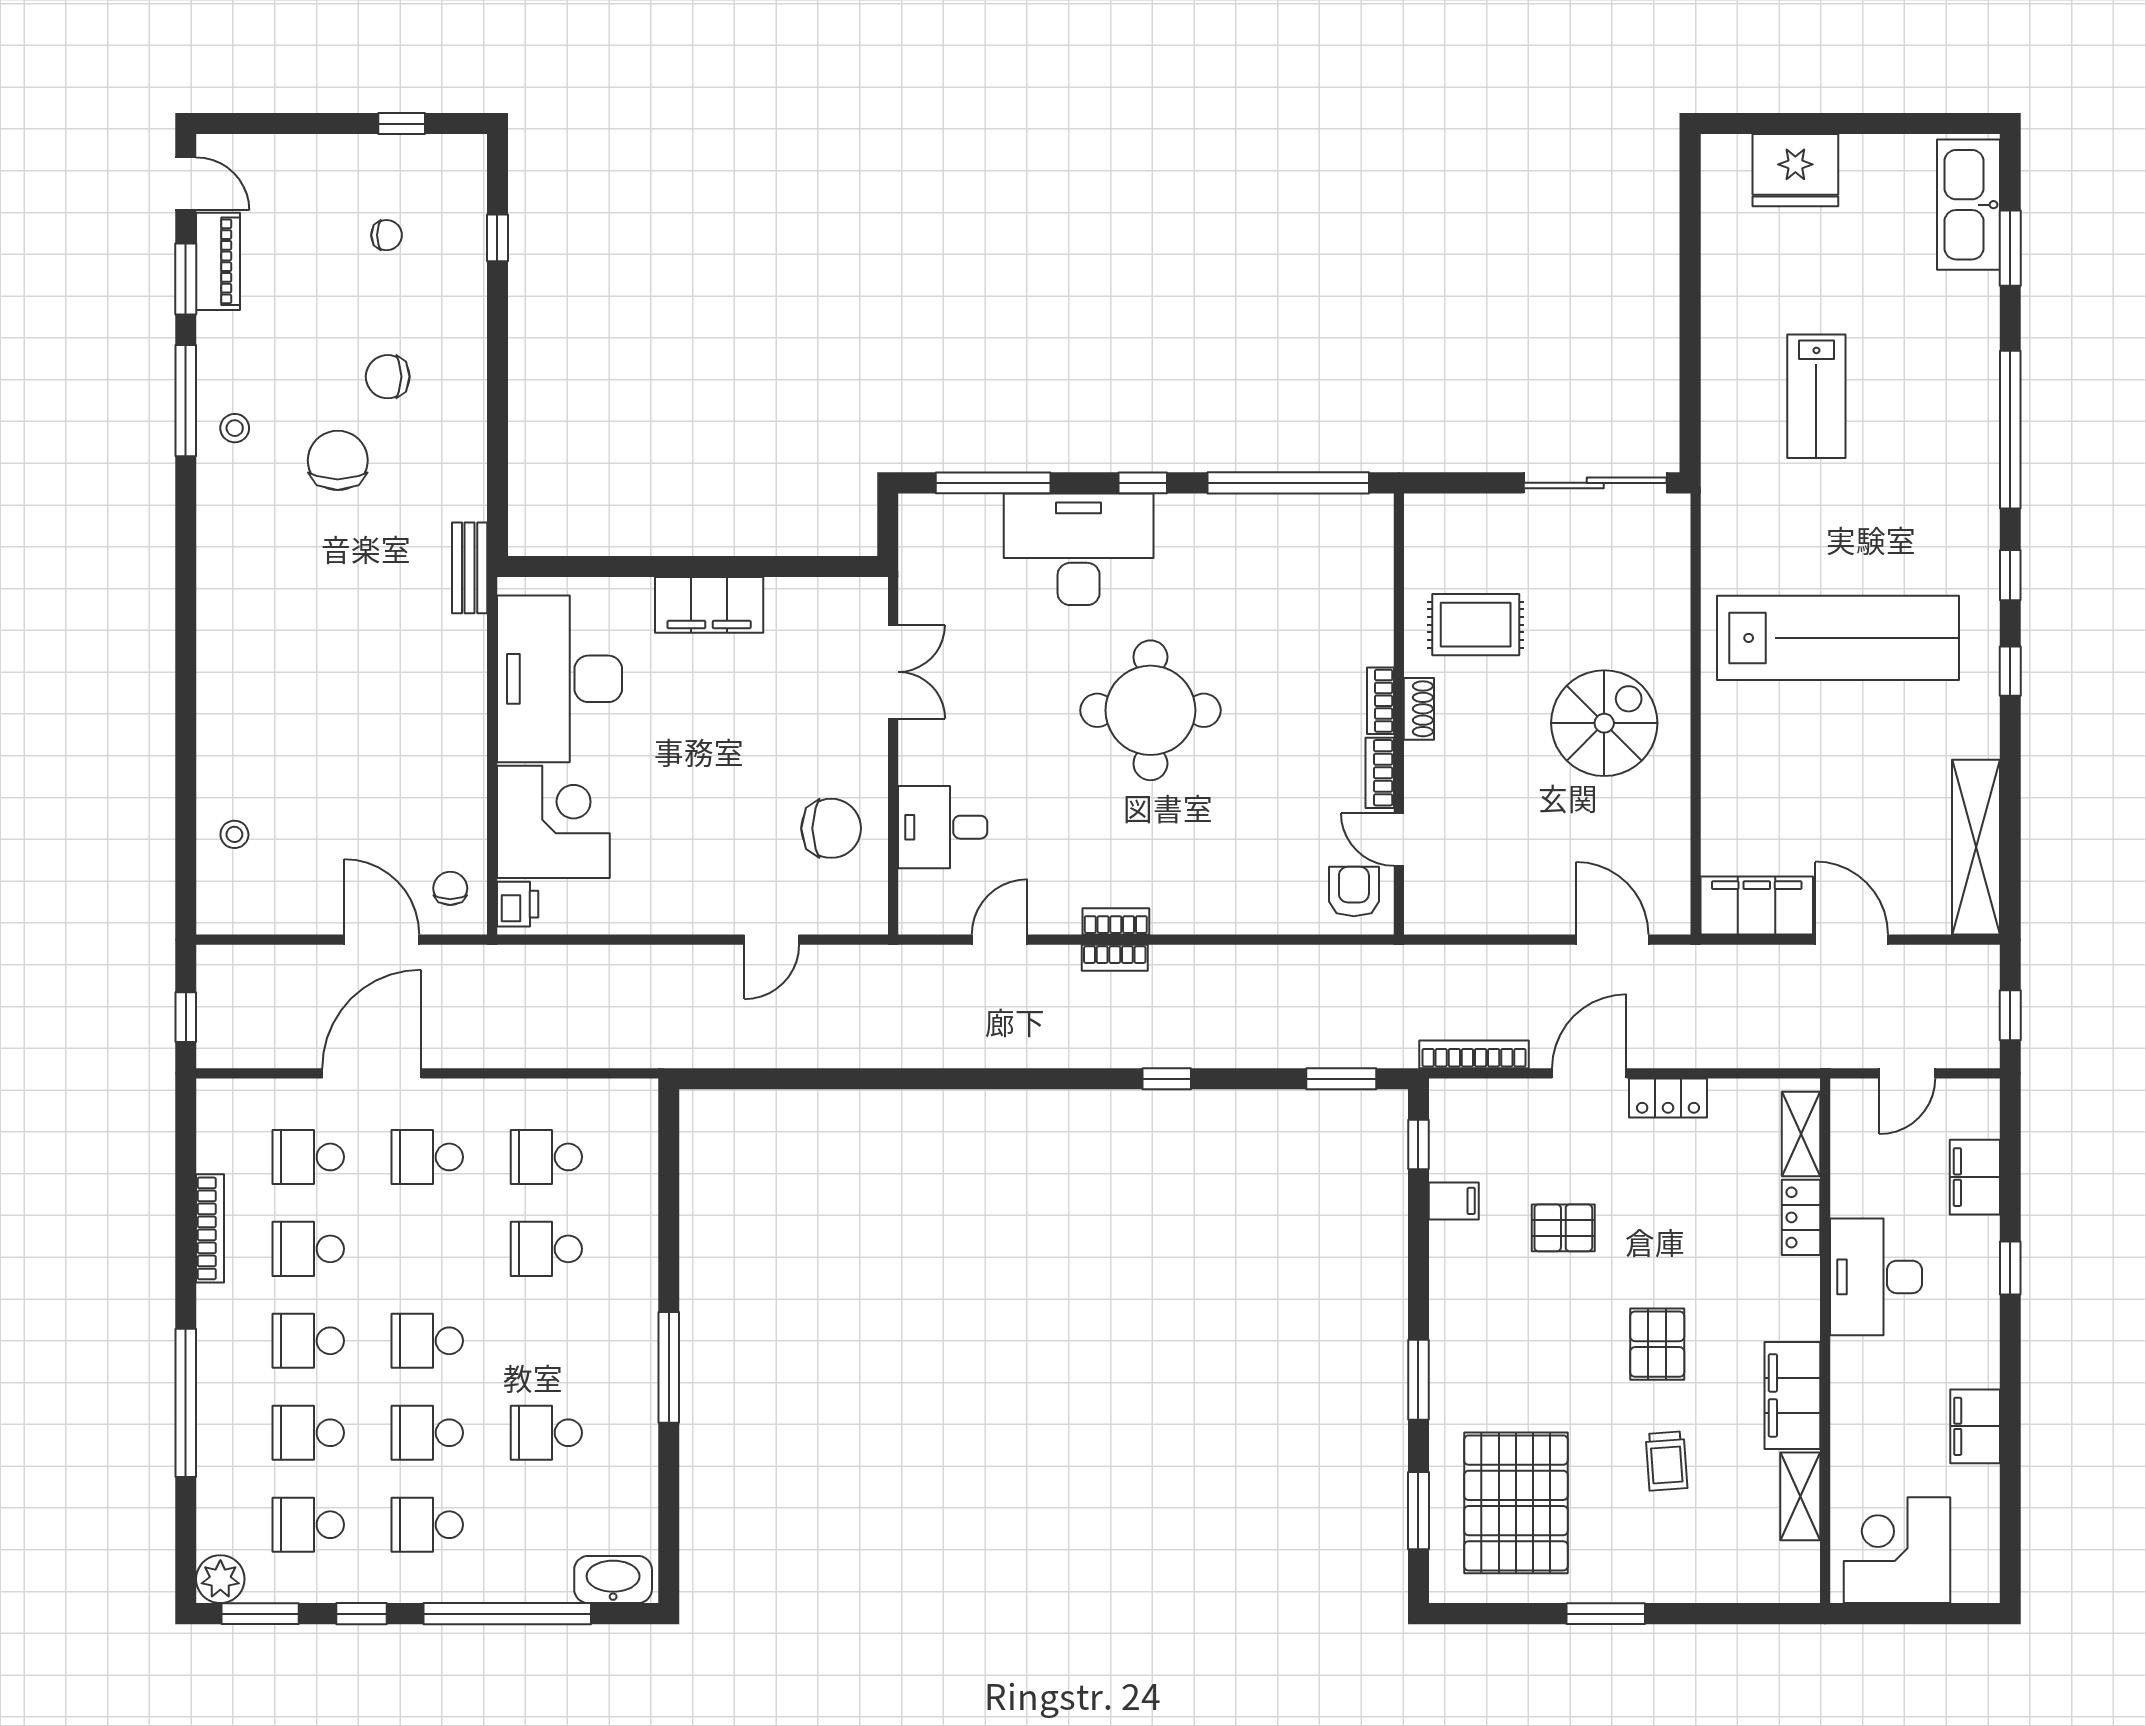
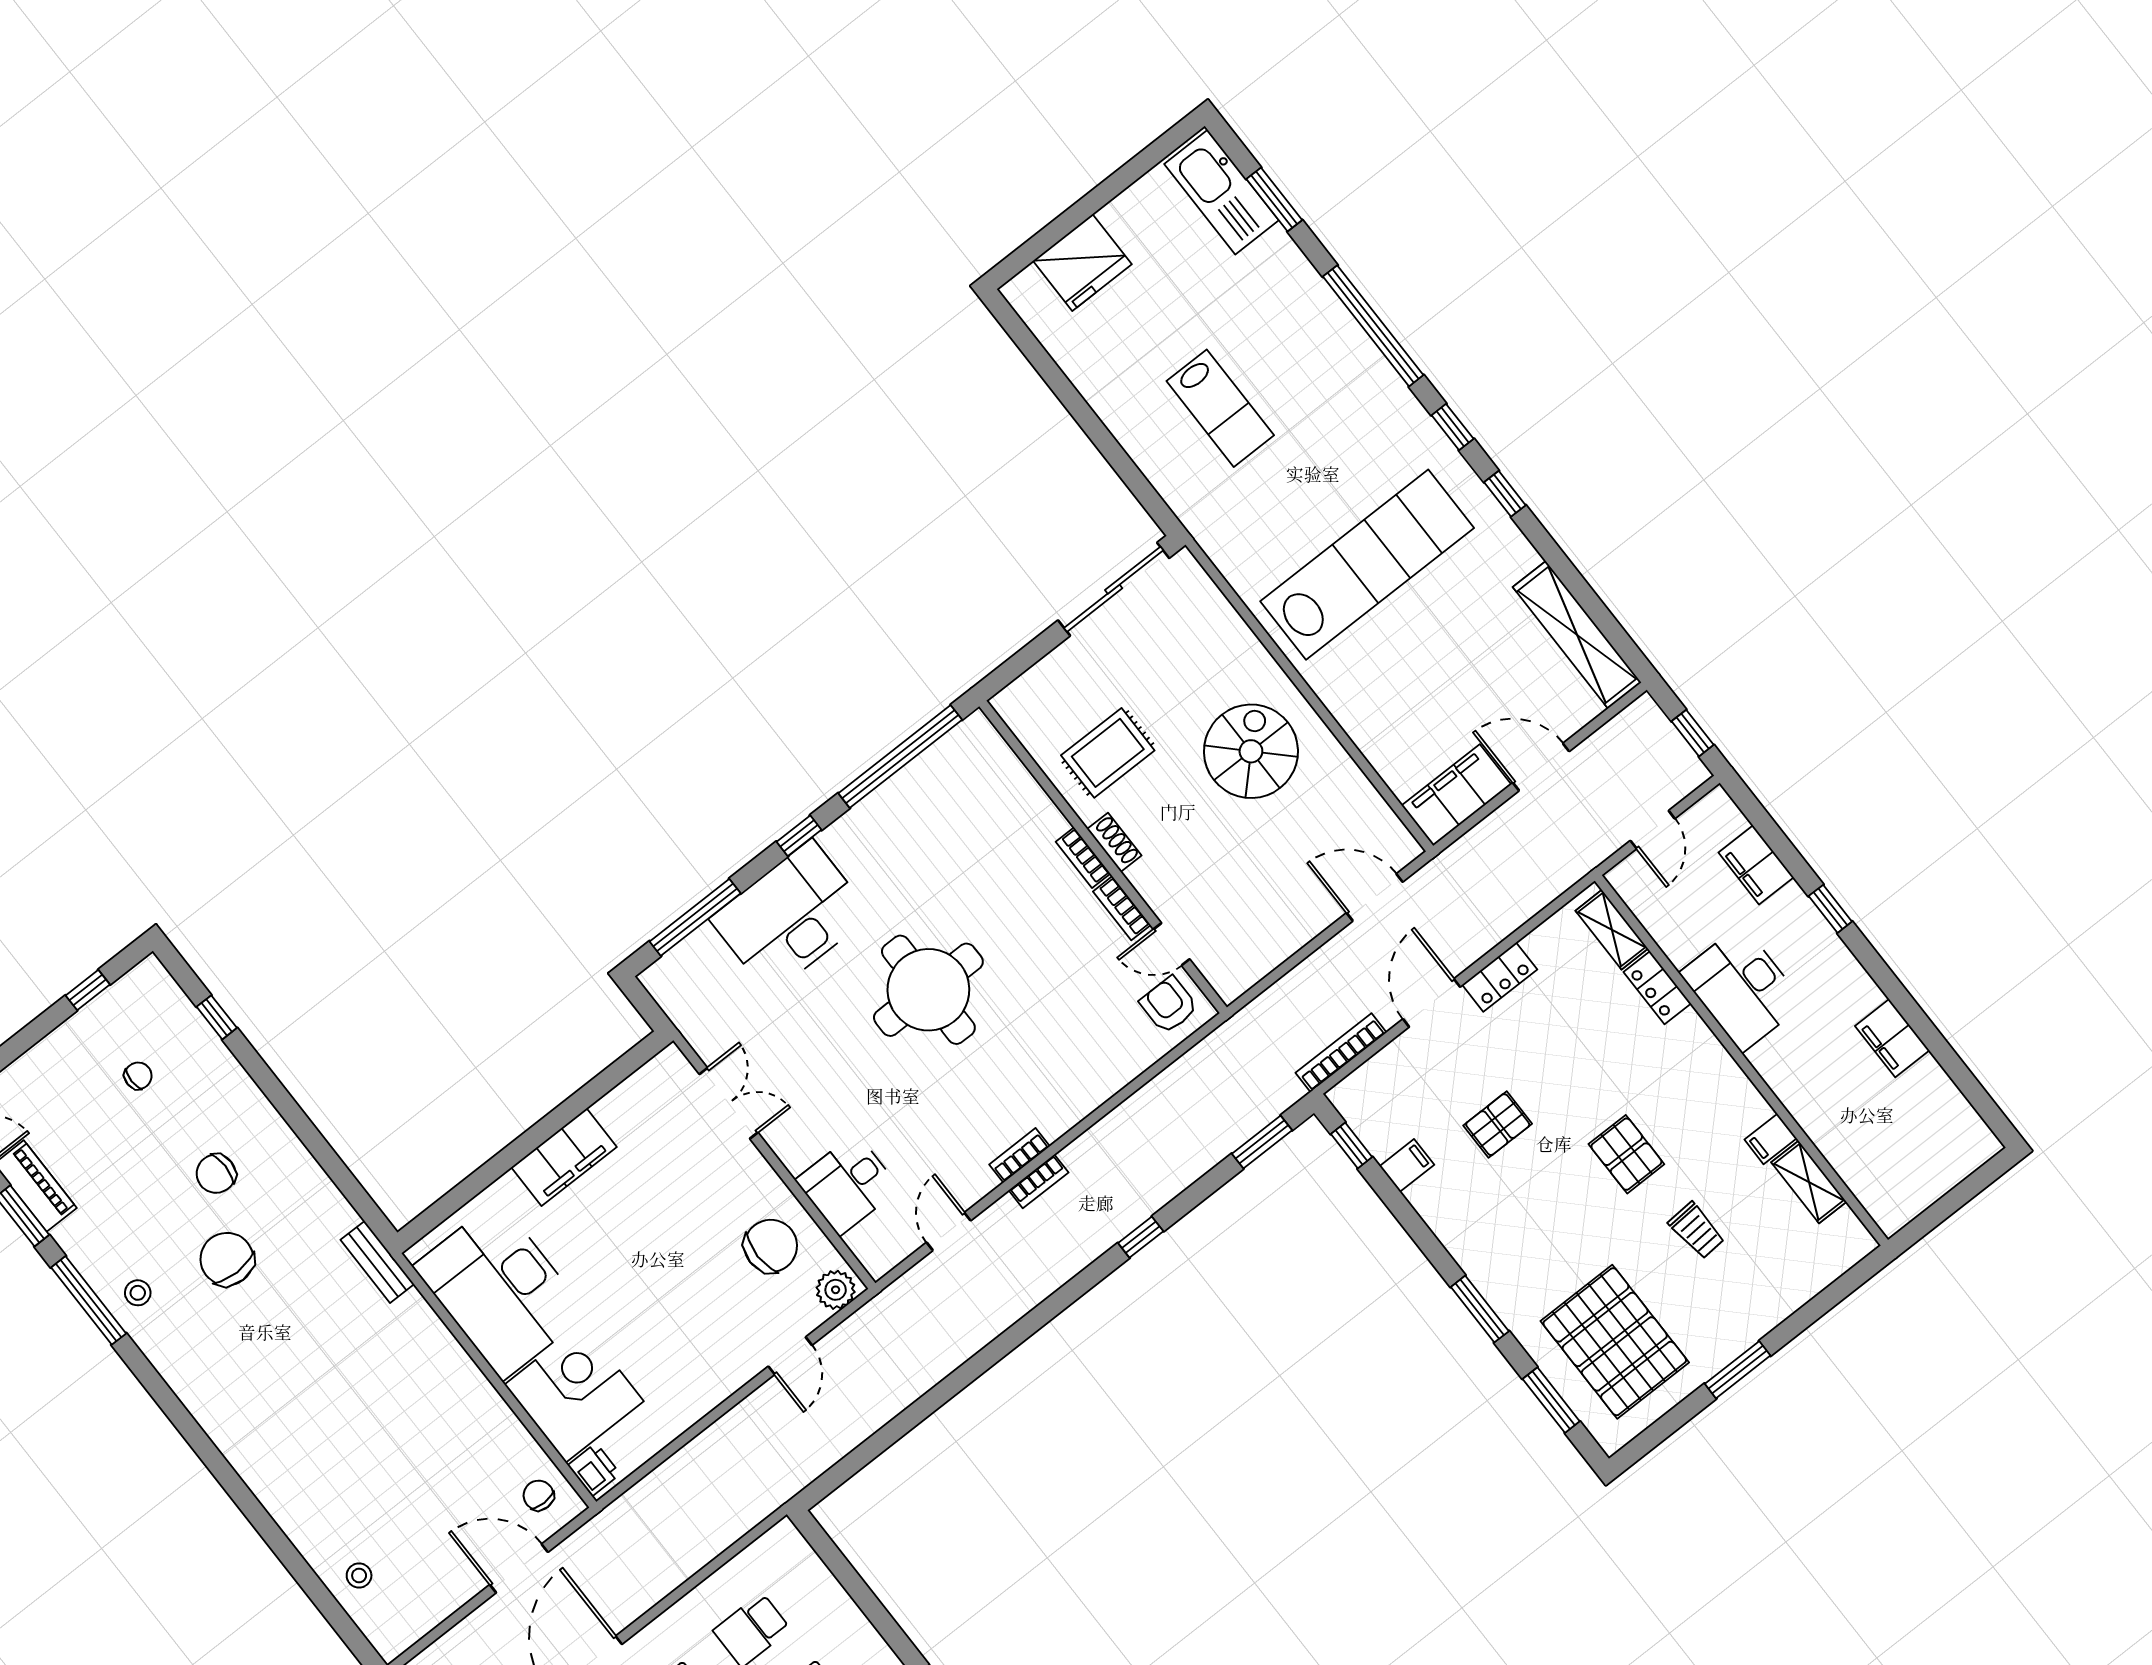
plant: (858, 913) -> (836, 1290), added
filing cabinet: (1792, 1395) -> (1771, 1139), width x0.33, depth x0.86
corner desk: (1897, 1550) -> (1906, 1167), removed

